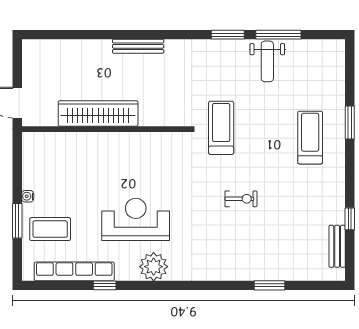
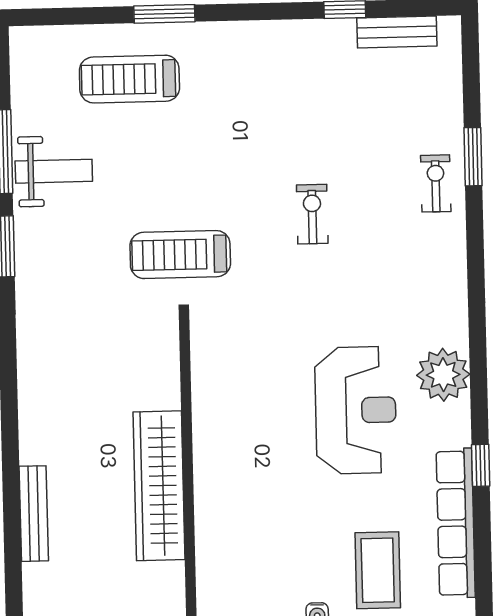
bench: (138, 46) -> (34, 514), moved
treadmill: (310, 138) -> (129, 79), moved
reception desk: (136, 219) -> (356, 410), turned 180
exercise bike: (256, 265) -> (436, 183), added

